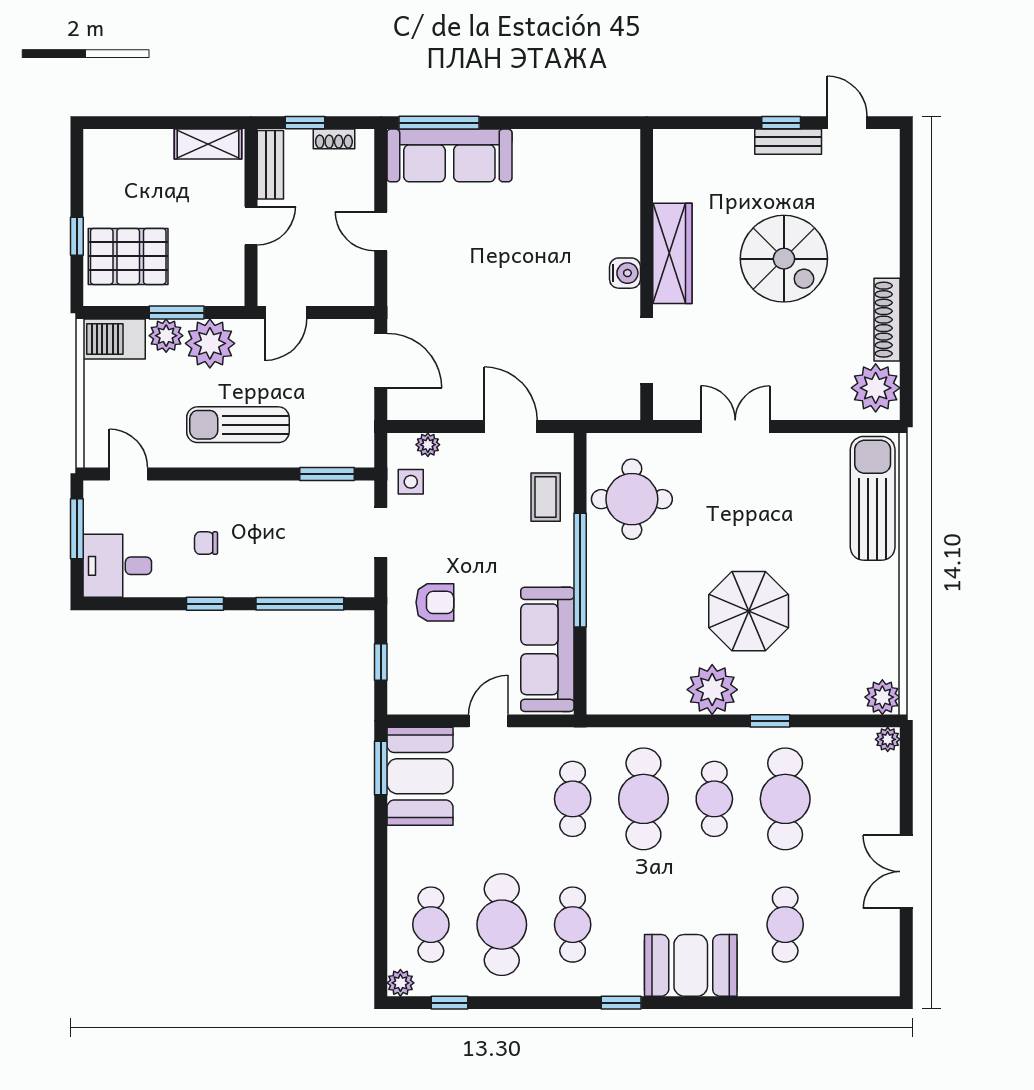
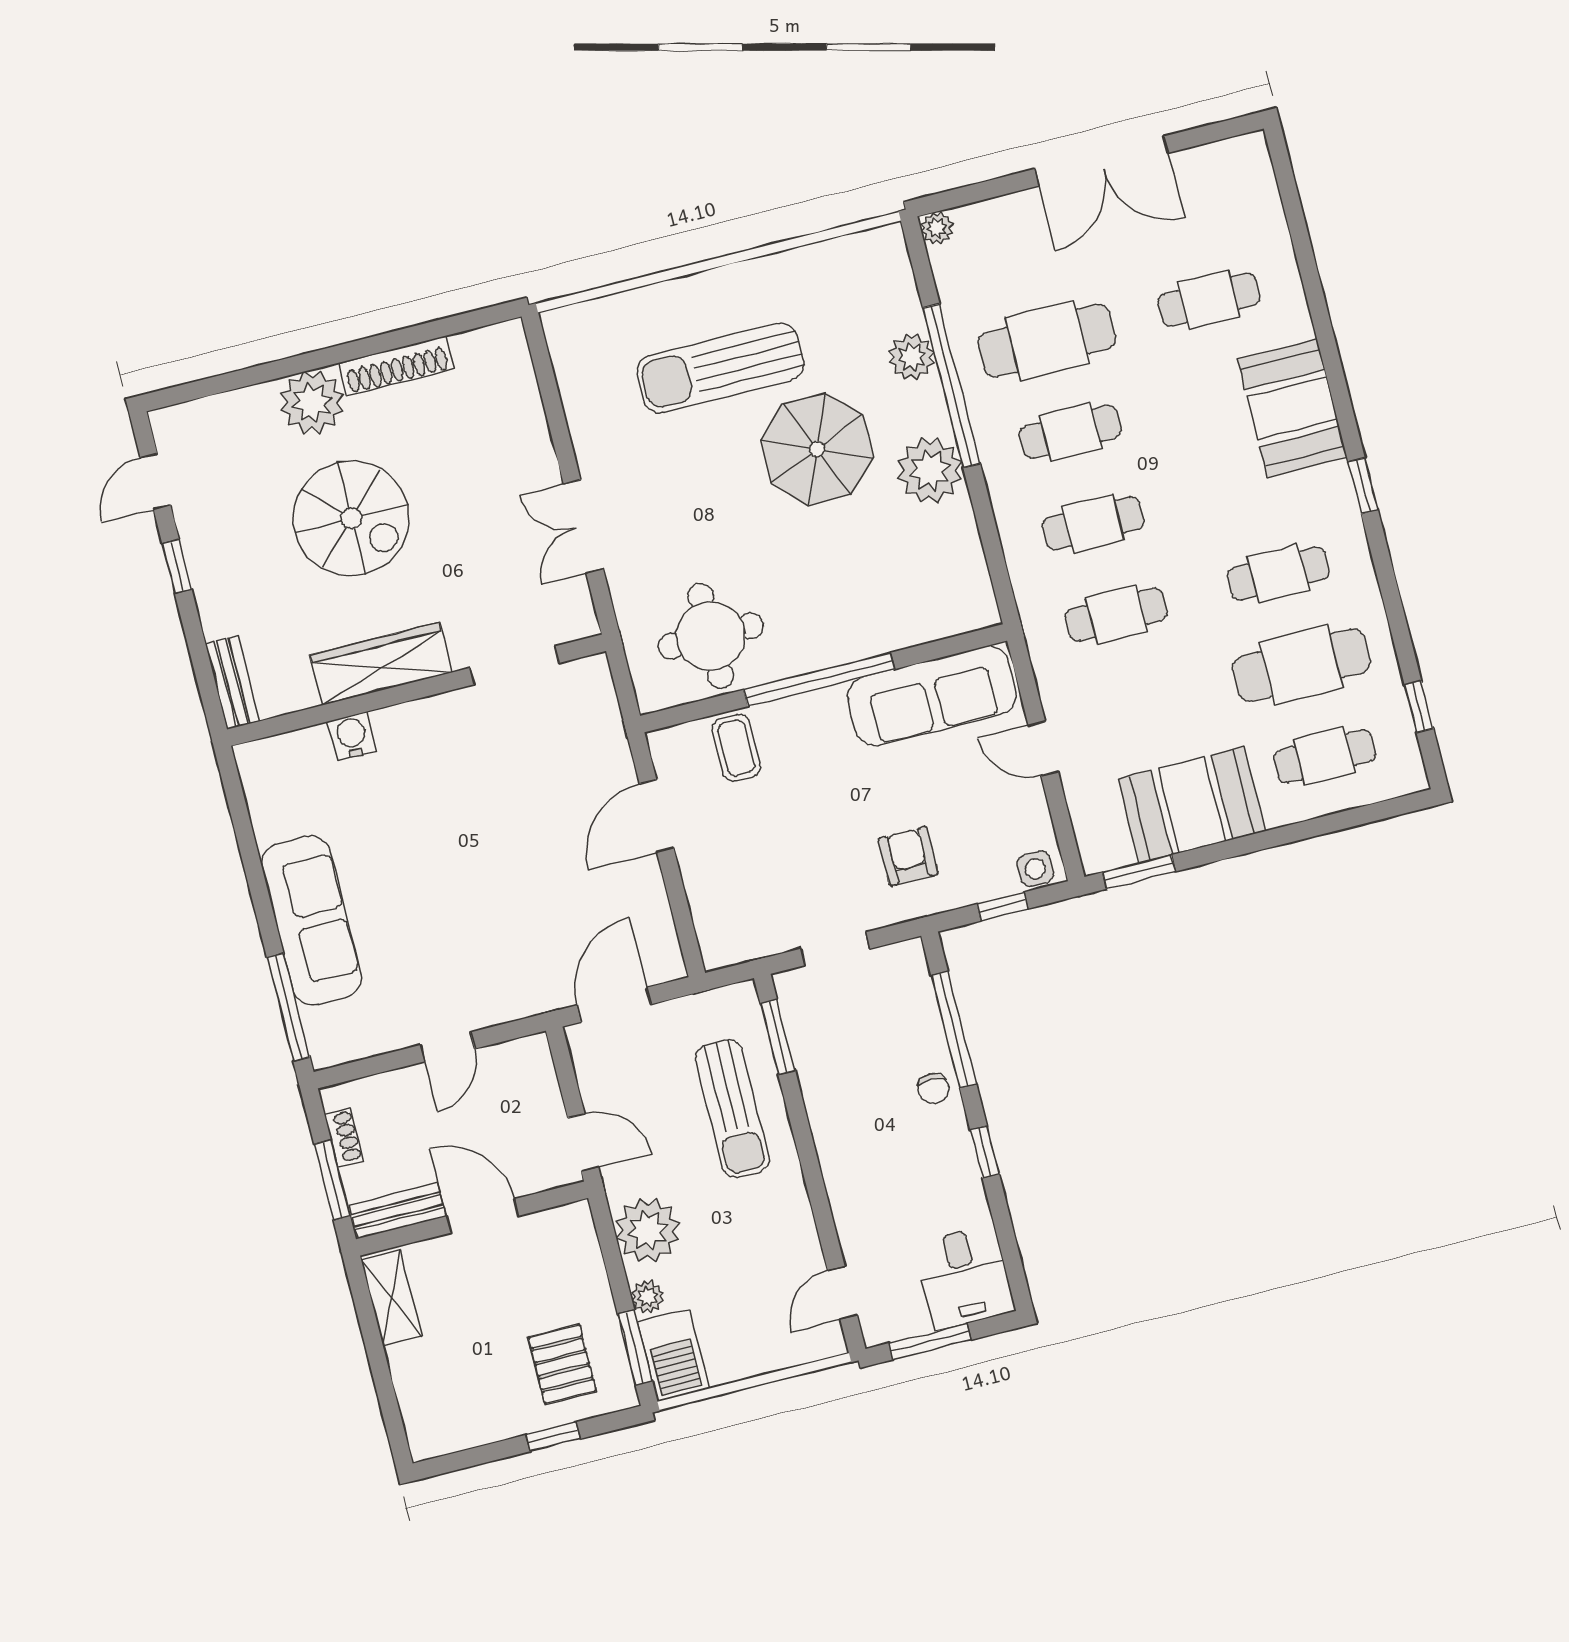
window: (305, 123) -> (332, 1180), width x1.50
bench: (788, 142) -> (232, 683), moved
sofa: (449, 155) -> (311, 920), moved
door: (251, 226) -> (483, 1216), width x1.38
pallet: (128, 256) -> (562, 1364), width x0.67, depth x0.71
spiral stairs: (784, 259) -> (351, 518), turned 90
water cooler: (625, 273) -> (352, 736), moved
window: (177, 313) -> (635, 1347), moved
plant: (166, 336) -> (648, 1297), width x0.73, depth x0.73
plant: (876, 388) -> (312, 403), moved
sun lounger: (238, 425) -> (732, 1108), moved
plant: (428, 445) -> (707, 917), removed
side table: (411, 482) -> (1035, 869), moved
coffee table: (546, 497) -> (736, 748), turned 90
sun lounger: (873, 498) -> (720, 368), moved
chair: (206, 543) -> (933, 1089), moved
plant: (882, 697) -> (912, 357), moved
window: (770, 721) -> (951, 386), width x3.17
booth: (420, 776) -> (1192, 805), moved
cafe table: (643, 799) -> (1093, 523), width x0.73, depth x0.74
double door: (906, 872) -> (1101, 161), width x1.37
plant: (400, 983) -> (1409, 776), removed

